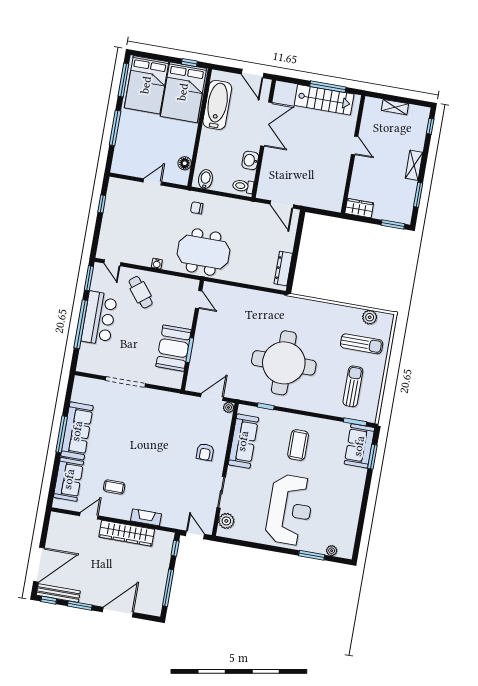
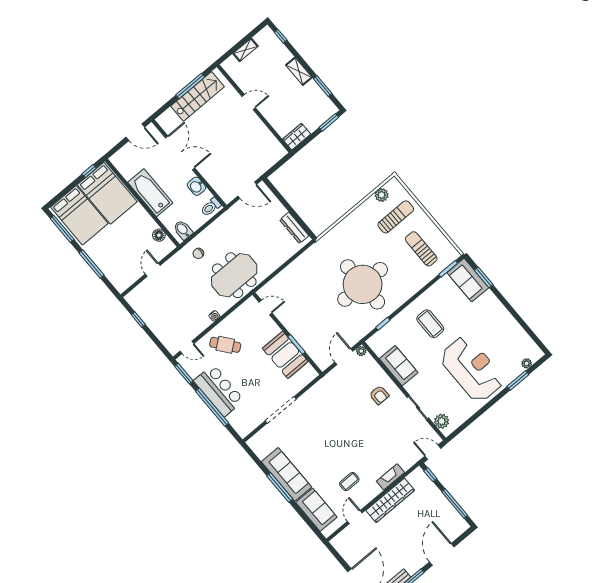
bathtub: (217, 105) -> (150, 193), moved
sofa: (243, 441) -> (399, 366), width x0.73

